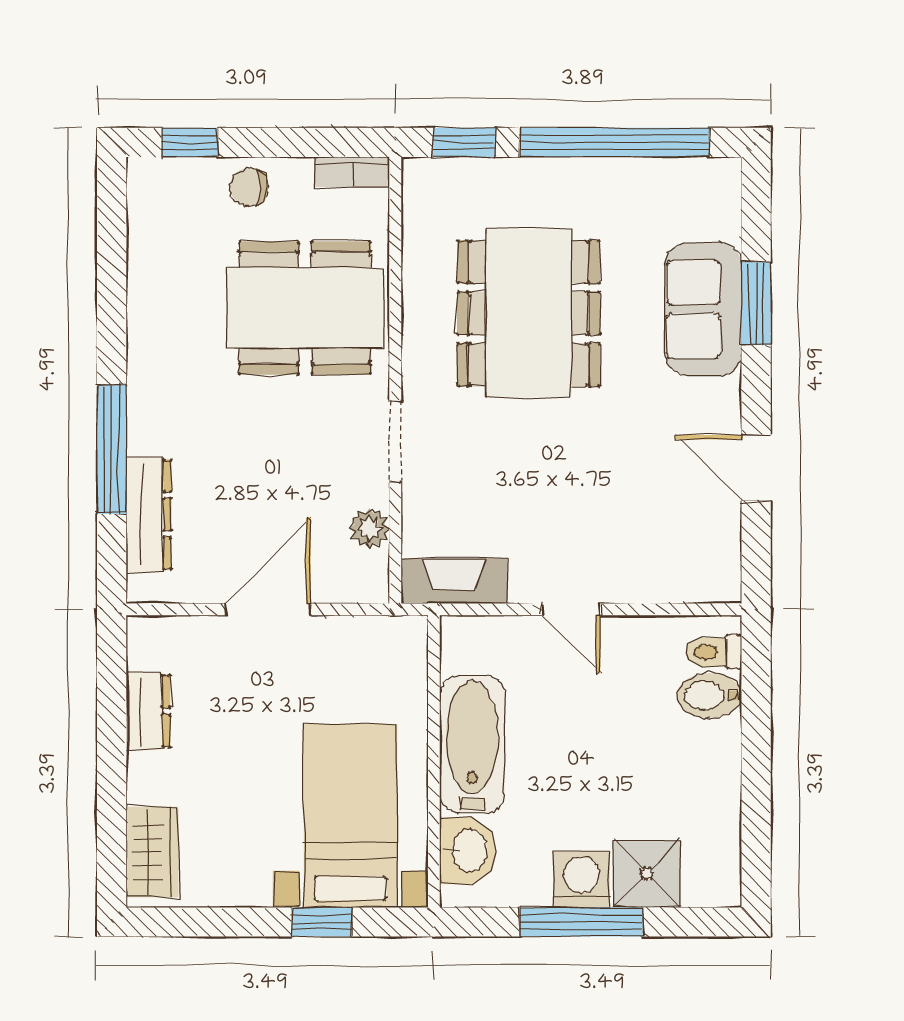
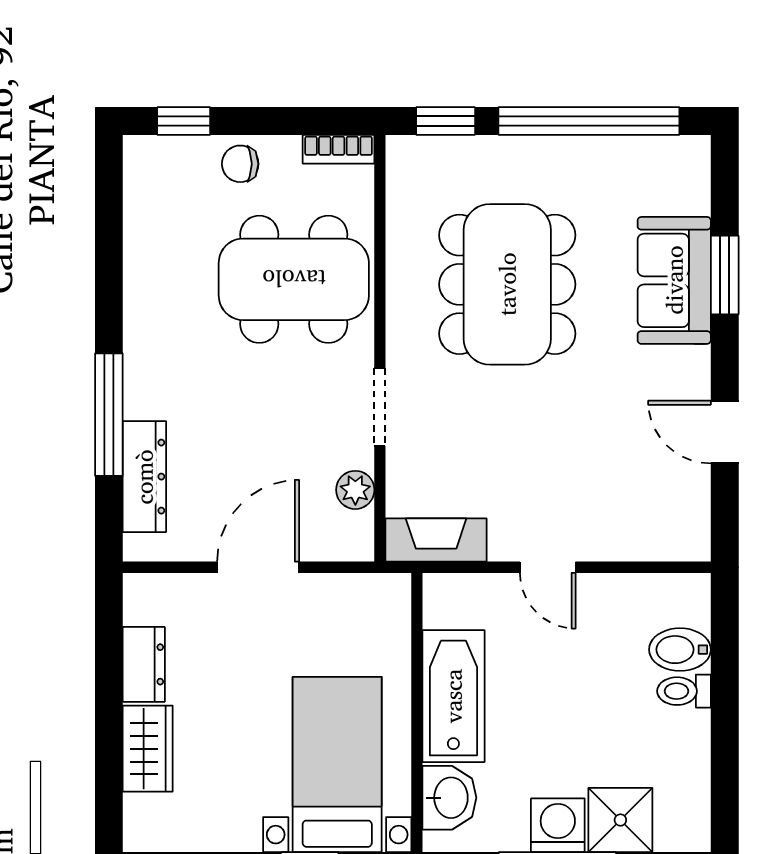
toilet: (714, 652) -> (684, 691), moved
wardrobe: (152, 852) -> (148, 749), moved

